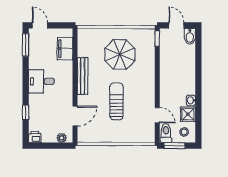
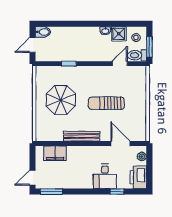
window: (157, 38) -> (69, 64), moved
desk: (41, 81) -> (105, 176), moved
printer: (35, 137) -> (138, 177), width x1.87, depth x1.48

